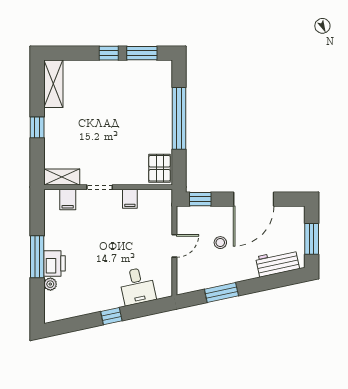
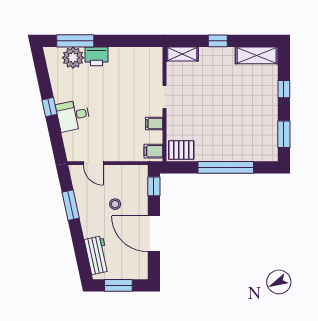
window: (109, 53) -> (284, 89), moved
shelving: (62, 177) -> (182, 54), moved, turned 90
filing cabinet: (68, 199) -> (153, 151), moved
door: (174, 246) -> (93, 163), moved
window: (37, 257) -> (75, 41), moved
plant: (50, 284) -> (73, 58), width x1.88, depth x1.88
desk: (137, 286) -> (73, 115), moved

